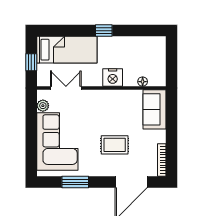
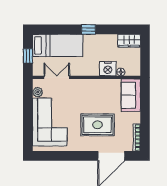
wardrobe: (152, 44) -> (129, 41), added
nightstand: (113, 78) -> (108, 69), moved
rug: (115, 145) -> (97, 125), width x1.36, depth x1.43
window: (75, 182) -> (65, 156), removed

